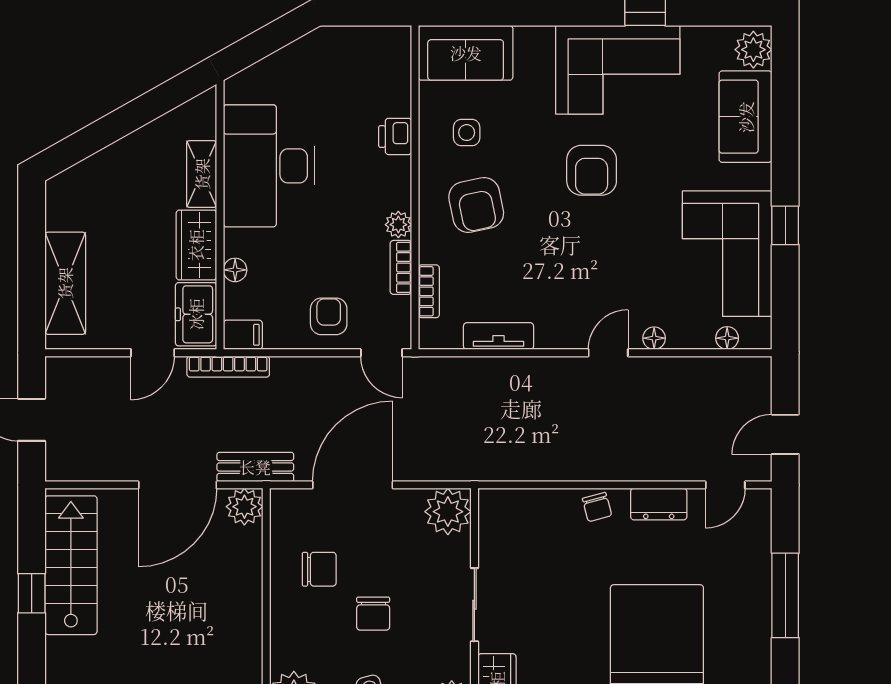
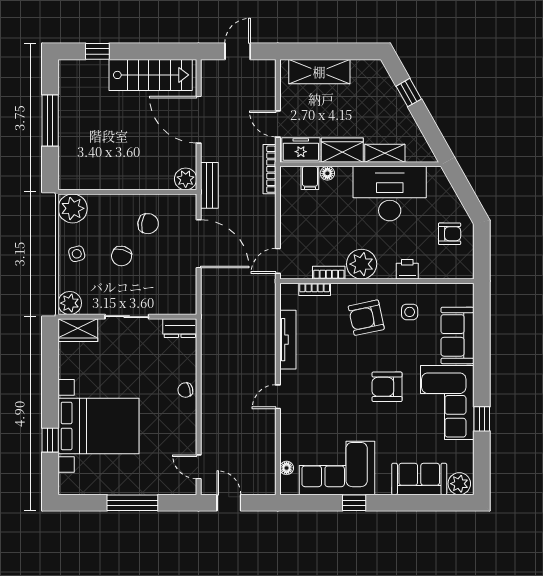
sofa: (466, 53) -> (457, 335), moved
window: (100, 134) -> (409, 93), added
plant: (398, 225) -> (362, 264), width x1.87, depth x1.87
armchair: (329, 316) -> (450, 234), moved
filing cabinet: (243, 335) -> (310, 178), moved
tv unit: (498, 336) -> (288, 340), width x1.41
floor lamp: (654, 338) -> (286, 424), removed
door: (608, 353) -> (278, 397), swing flipped
door: (178, 485) -> (199, 120), moved
dresser: (659, 504) -> (180, 328), moved, turned -90
plant: (448, 512) -> (183, 301), removed
chair: (319, 569) -> (148, 224), turned -82
window: (32, 593) -> (97, 51), moved
chair: (373, 614) -> (122, 256), turned -75

